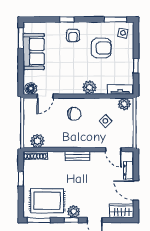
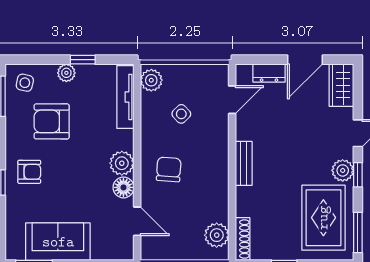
armchair: (101, 48) -> (52, 121), turned -90
plant: (129, 56) -> (66, 73), added
plant: (90, 87) -> (122, 163), moved
floor lamp: (31, 88) -> (123, 187), moved
tv unit: (120, 90) -> (125, 97), width x1.41

